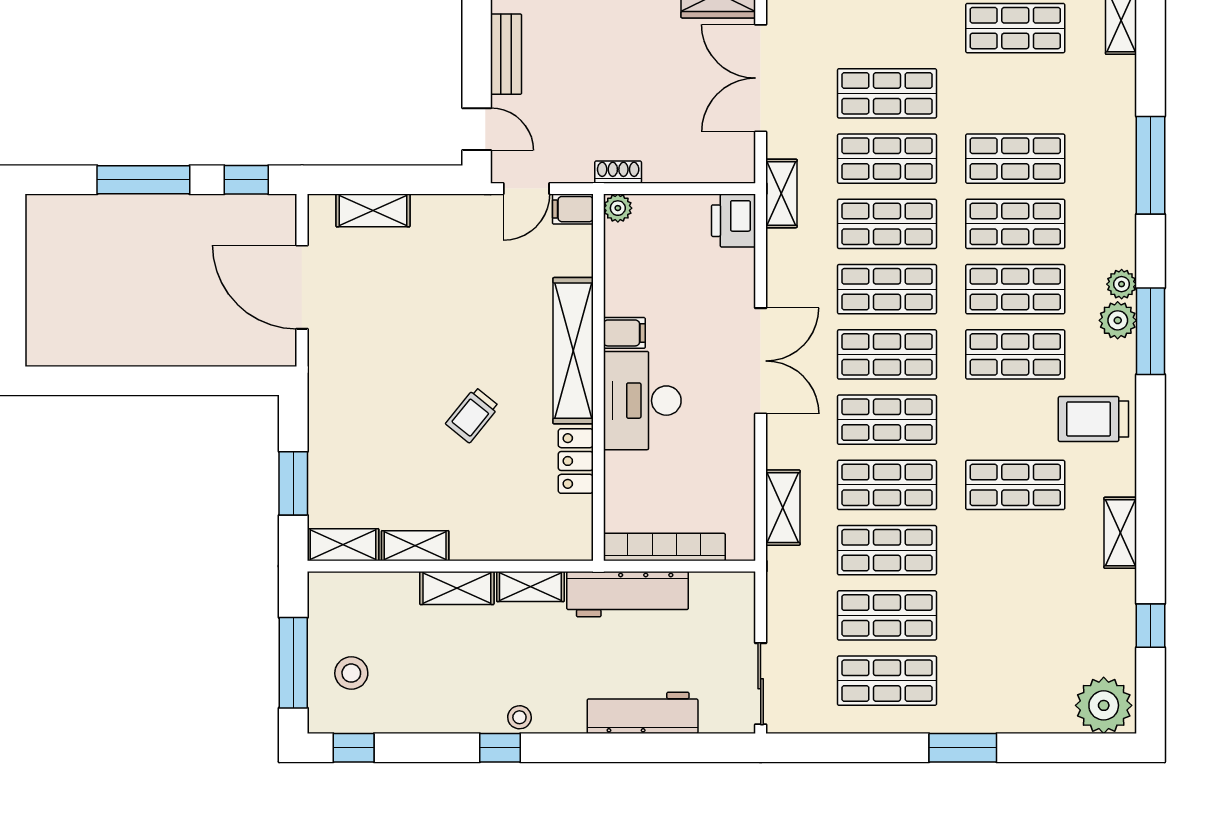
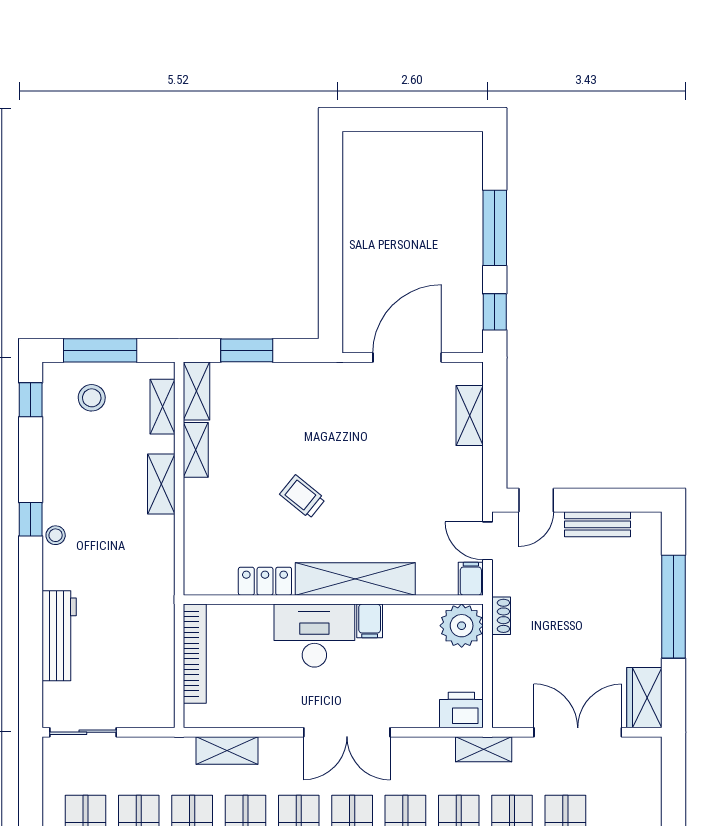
plant: (618, 208) -> (462, 626), width x1.88, depth x1.88
shelving: (530, 587) -> (162, 407), moved
workbench: (628, 594) -> (156, 624), removed

